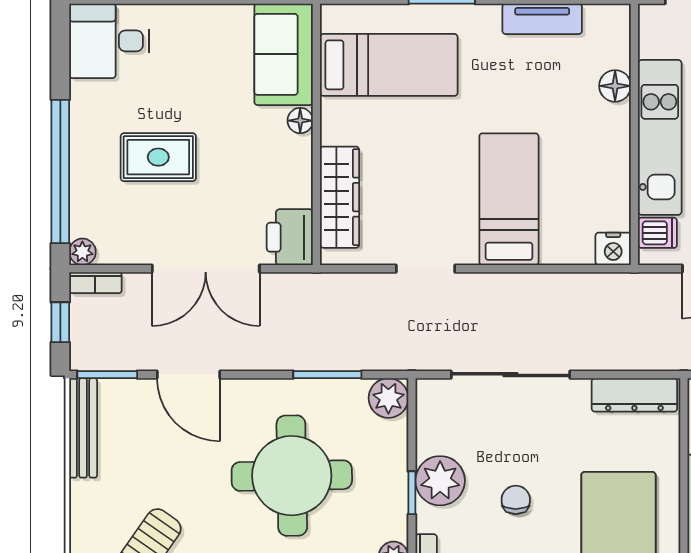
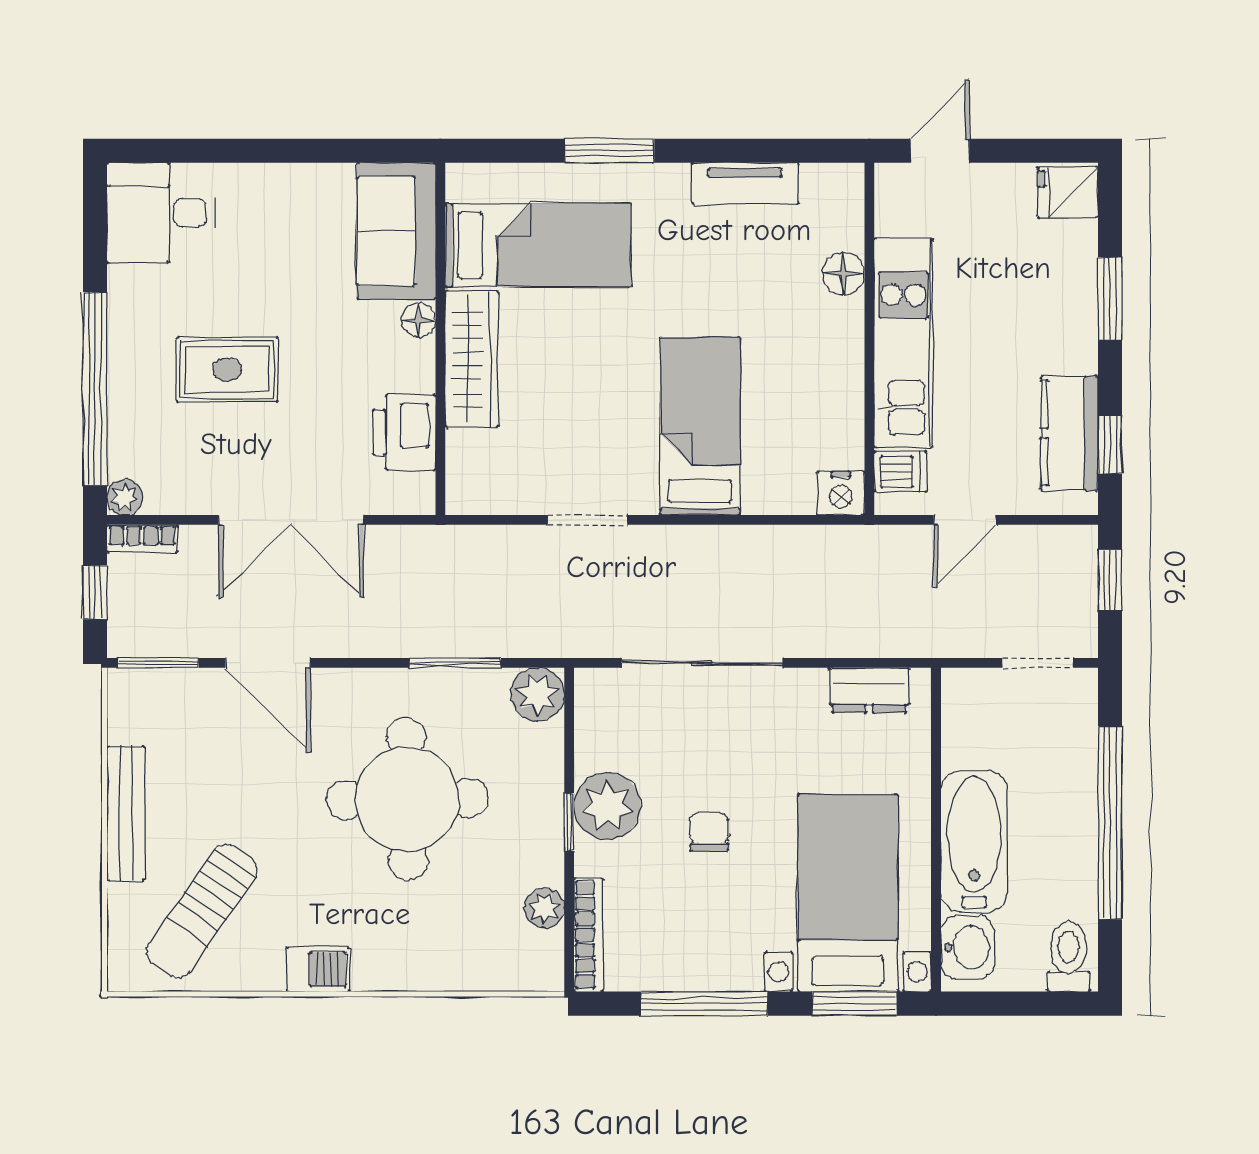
wardrobe: (340, 197) -> (472, 359), moved
printer: (290, 237) -> (405, 432), moved
dresser: (634, 395) -> (869, 690), width x0.70
bench: (83, 428) -> (126, 813), moved

